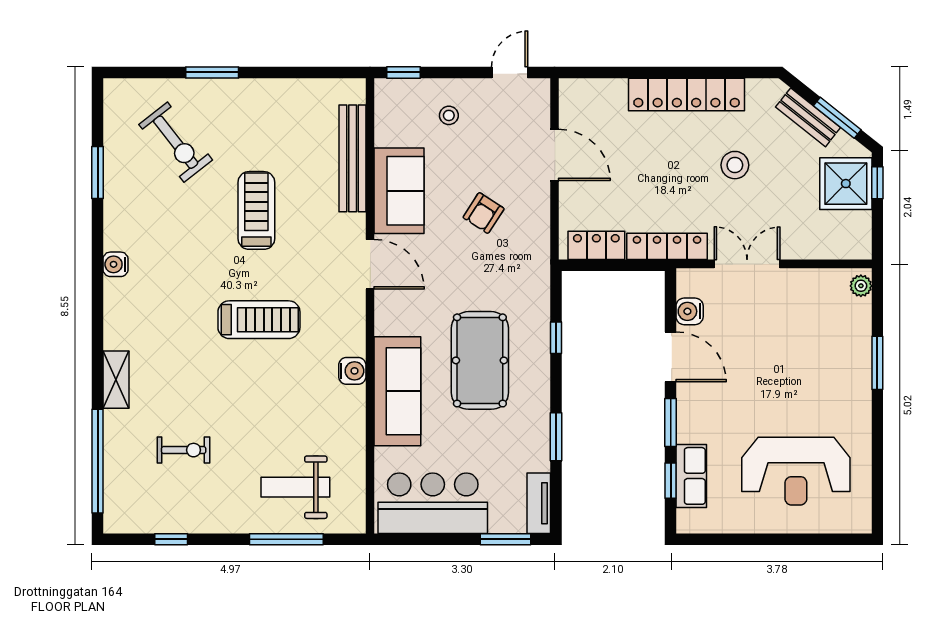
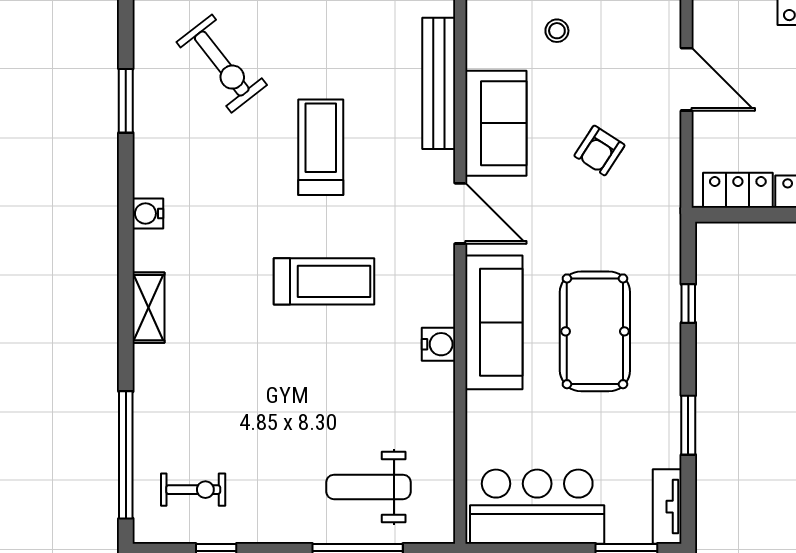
shelving: (116, 380) -> (149, 308), moved
sofa: (397, 391) -> (494, 322), moved
exercise bike: (184, 450) -> (193, 490), moved

